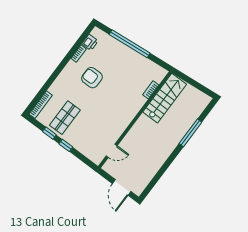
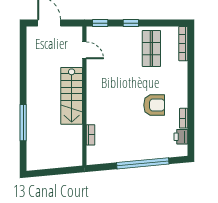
stairs: (165, 98) -> (72, 96), moved
window: (49, 133) -> (100, 23), moved
door: (112, 151) -> (84, 50), swing flipped

